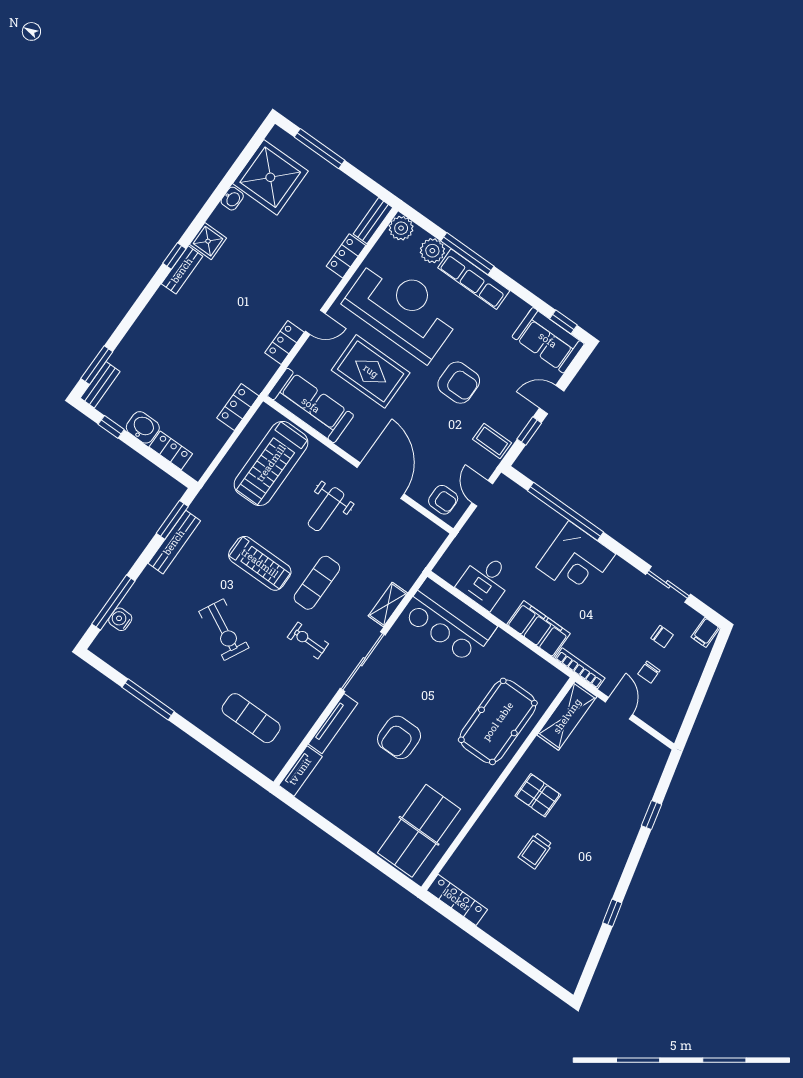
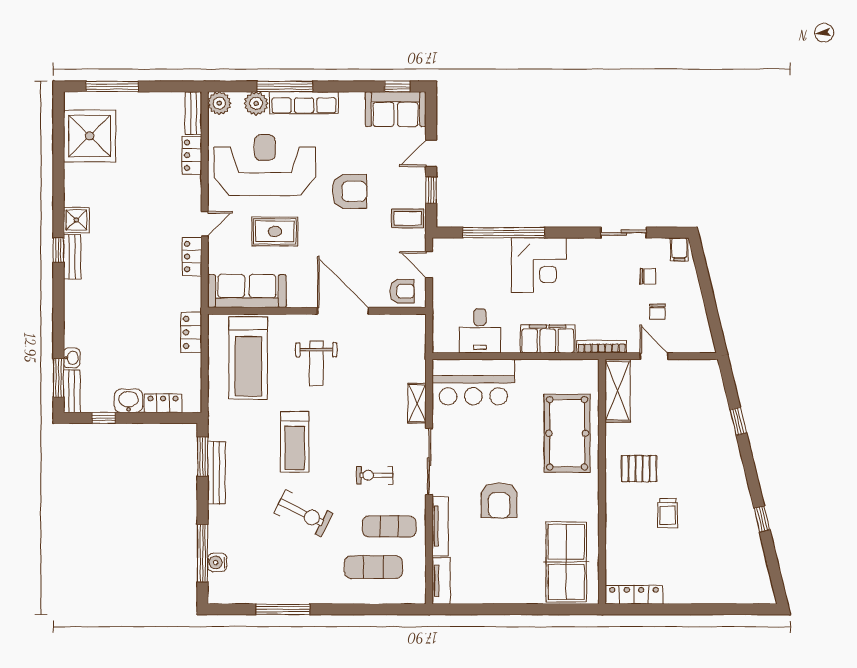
washbasin: (232, 199) -> (72, 358), moved
rug: (371, 371) -> (275, 231), width x0.73, depth x0.70
treadmill: (260, 563) -> (295, 442), turned 90
exercise mat: (317, 583) -> (389, 526), moved, turned 90

